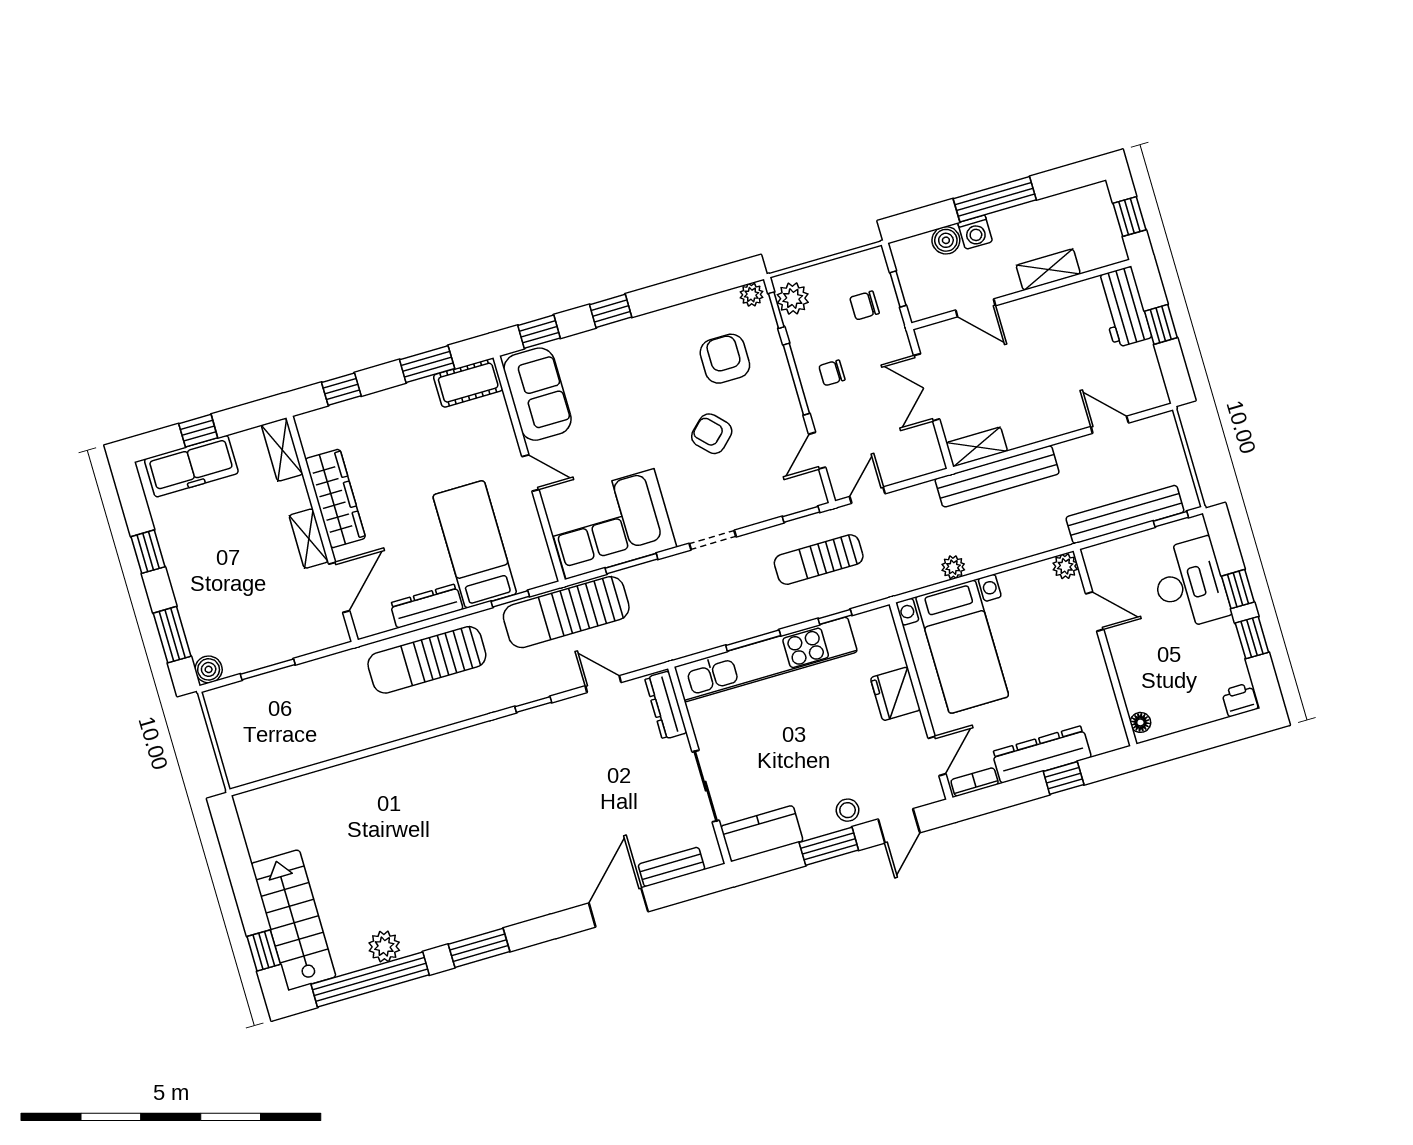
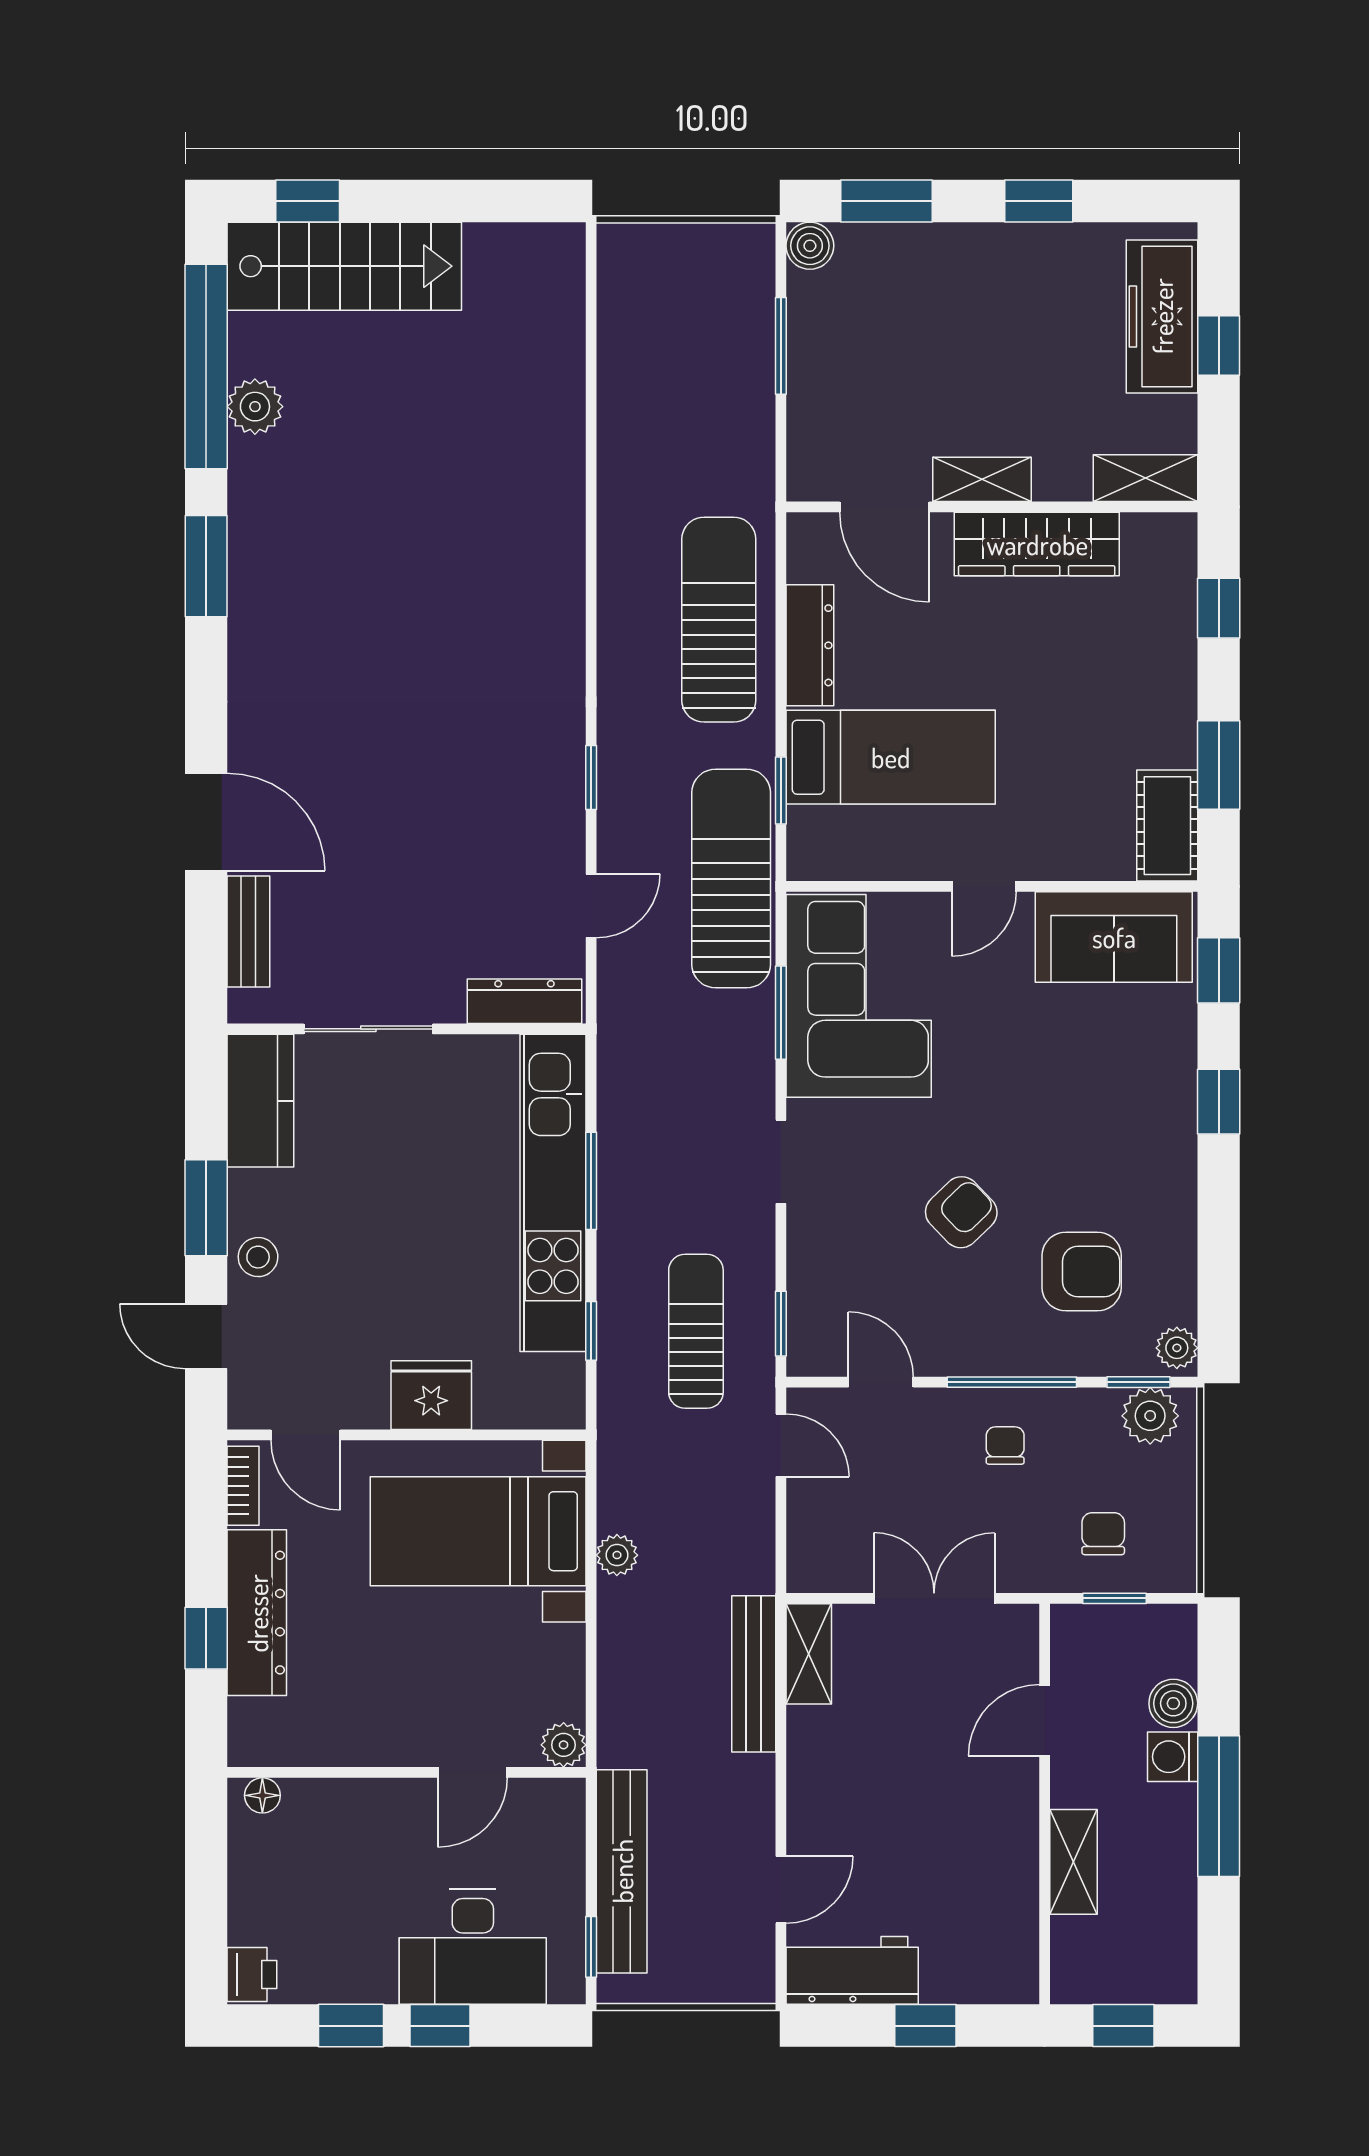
workbench: (1123, 307) -> (852, 1970), moved
bench: (997, 476) -> (754, 1674), width x0.73, depth x0.82

